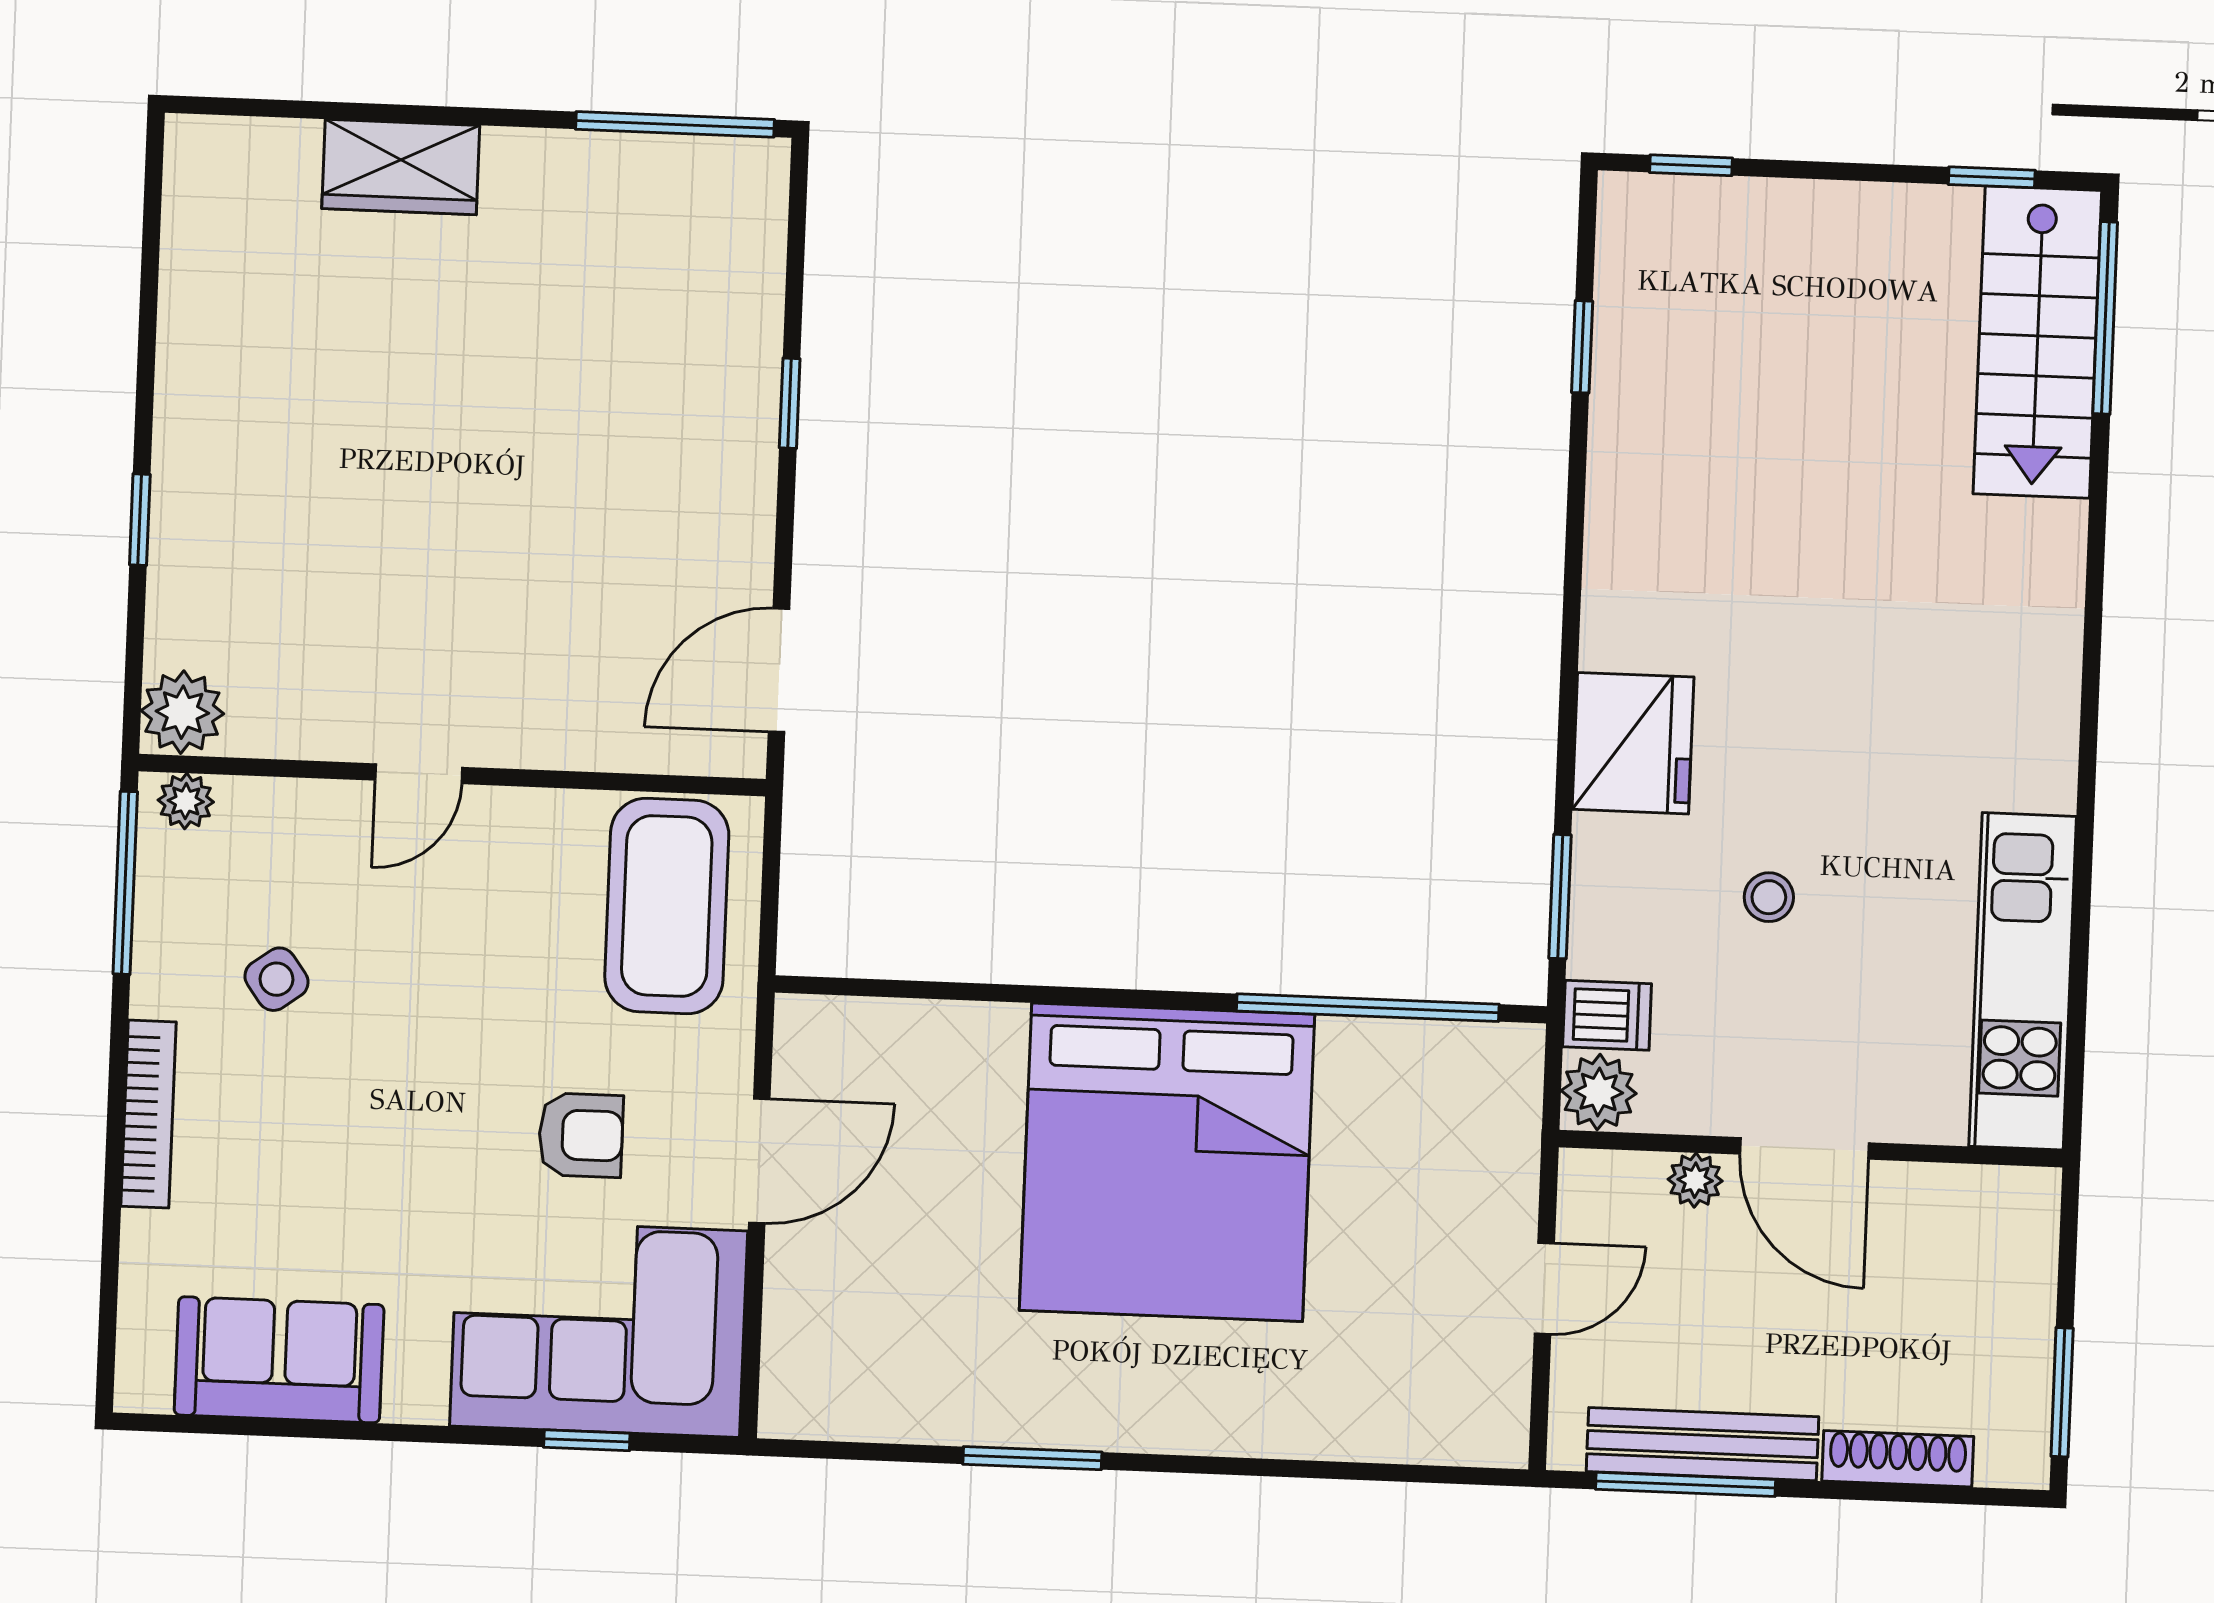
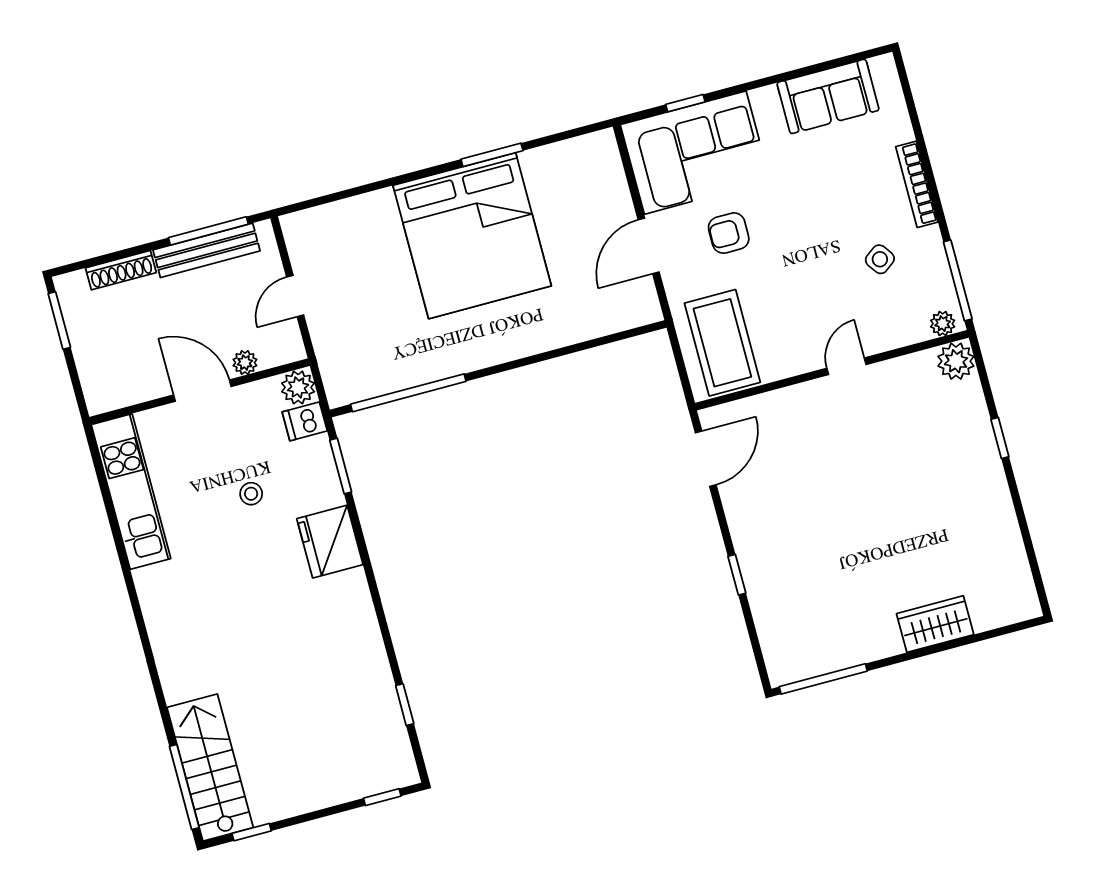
bed: (1167, 1162) -> (472, 236), moved, turned 180

